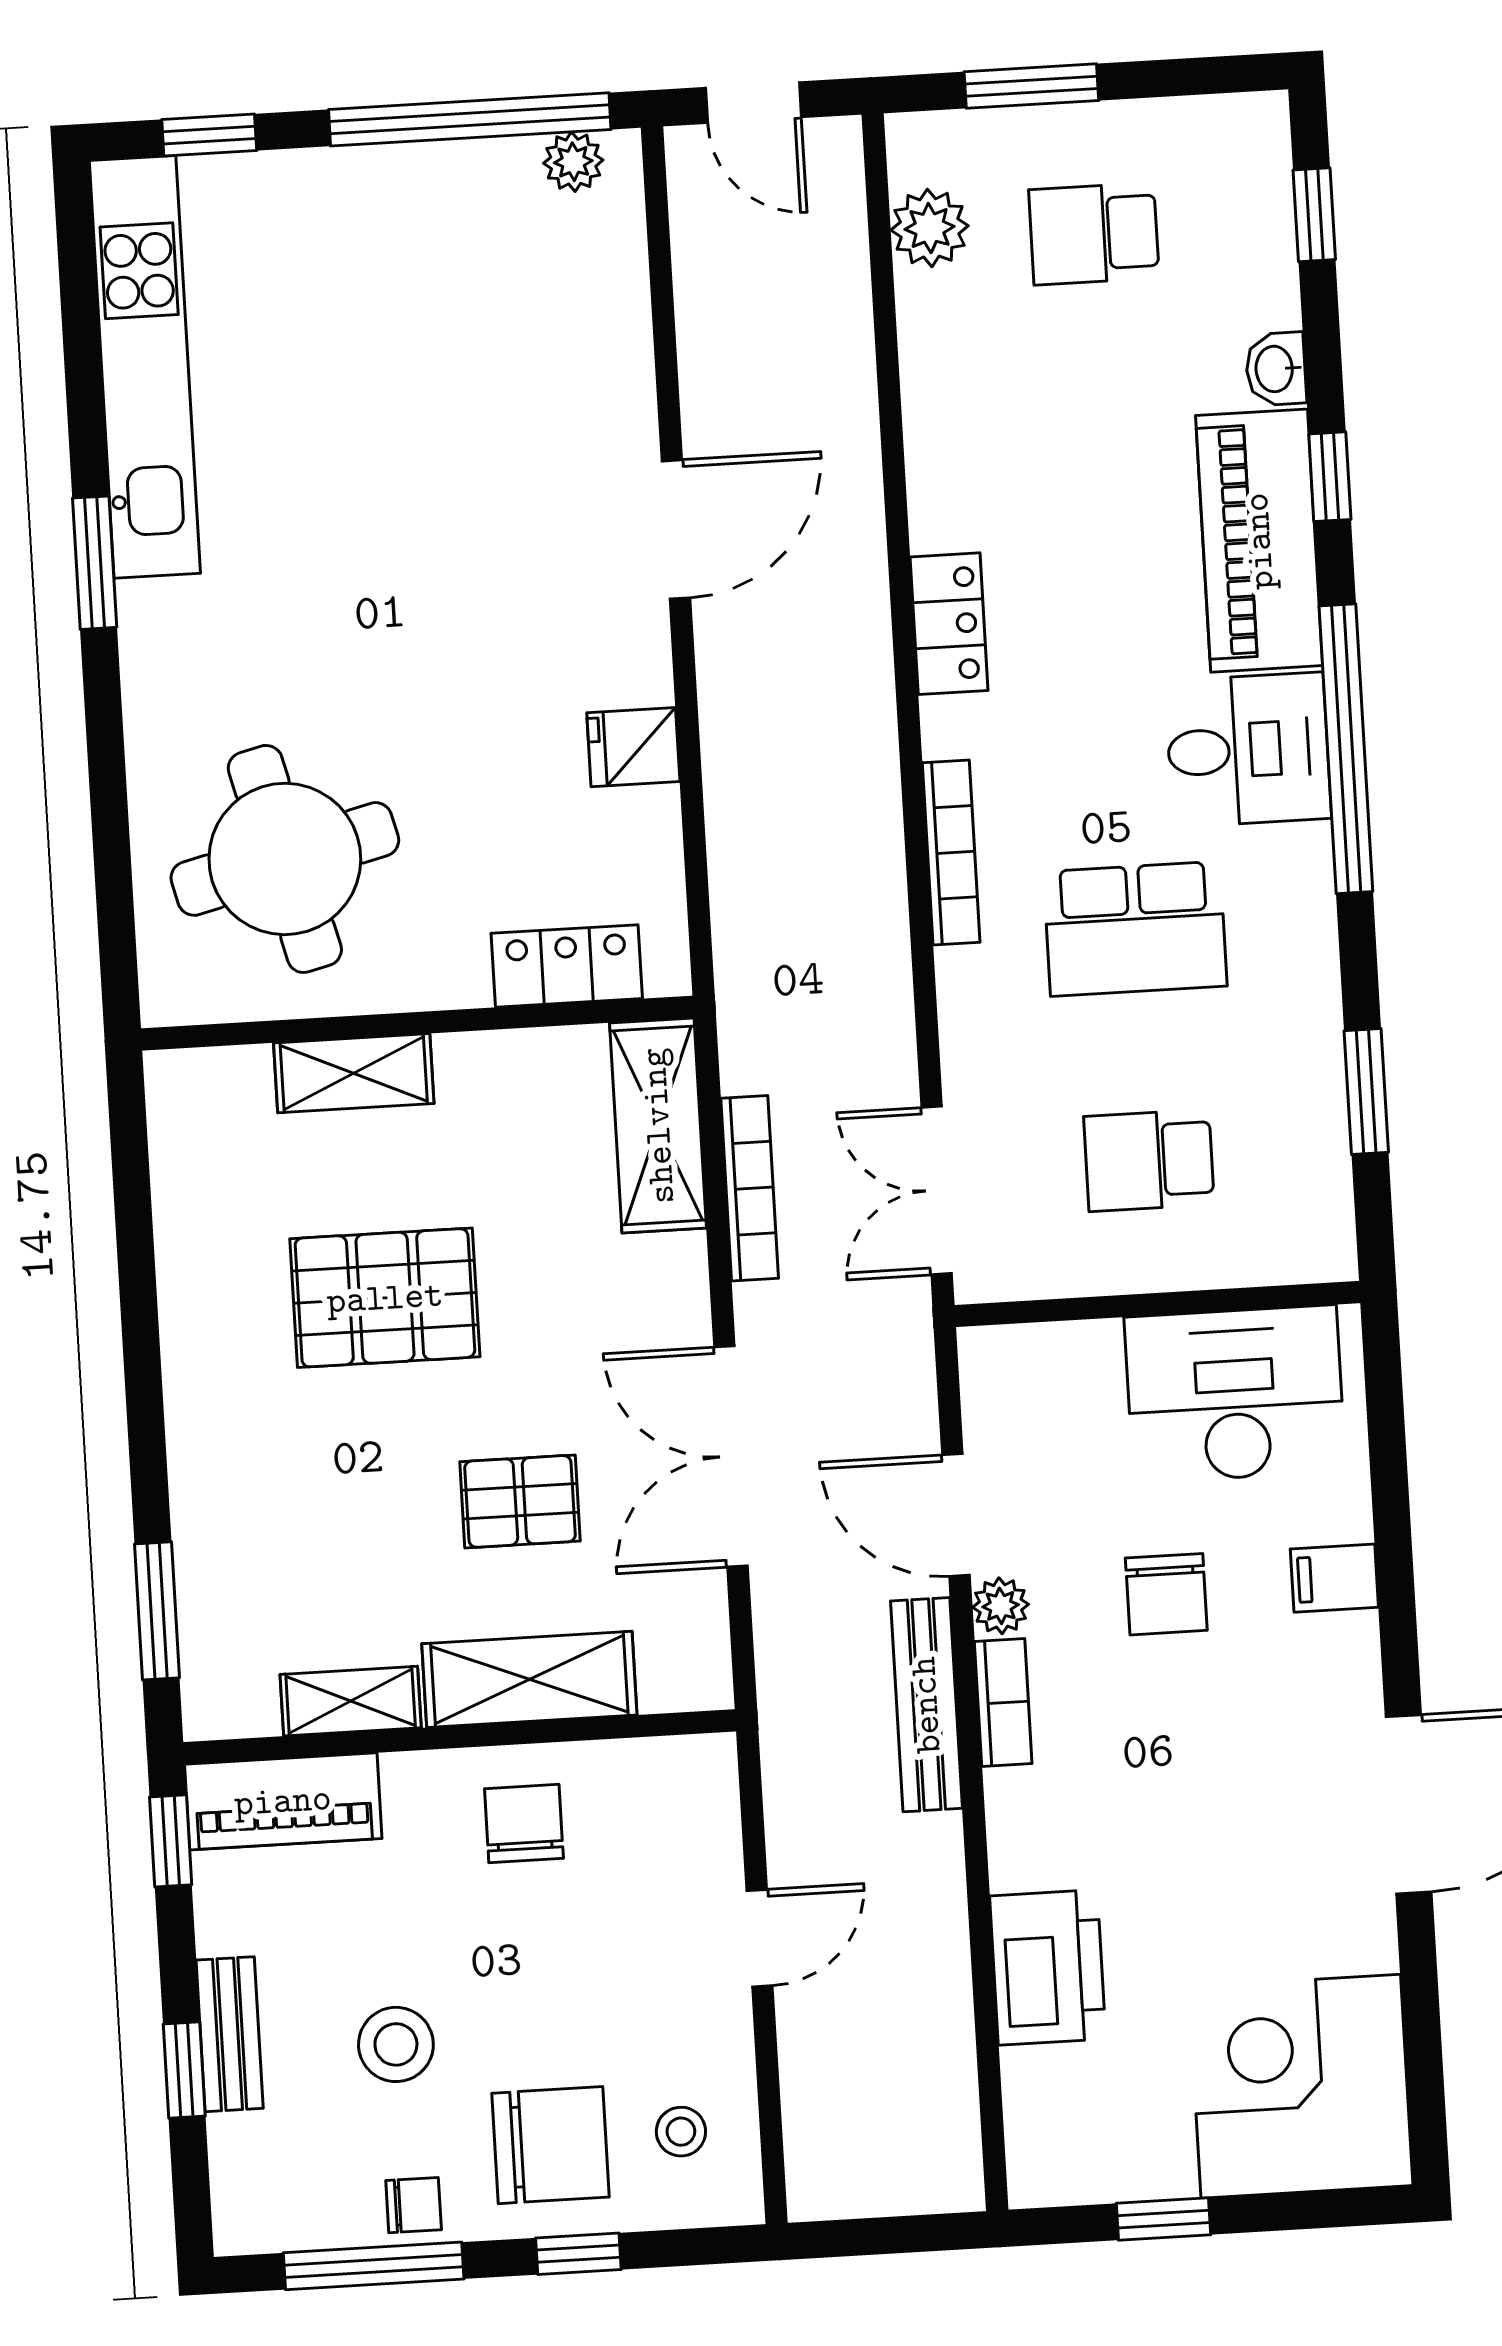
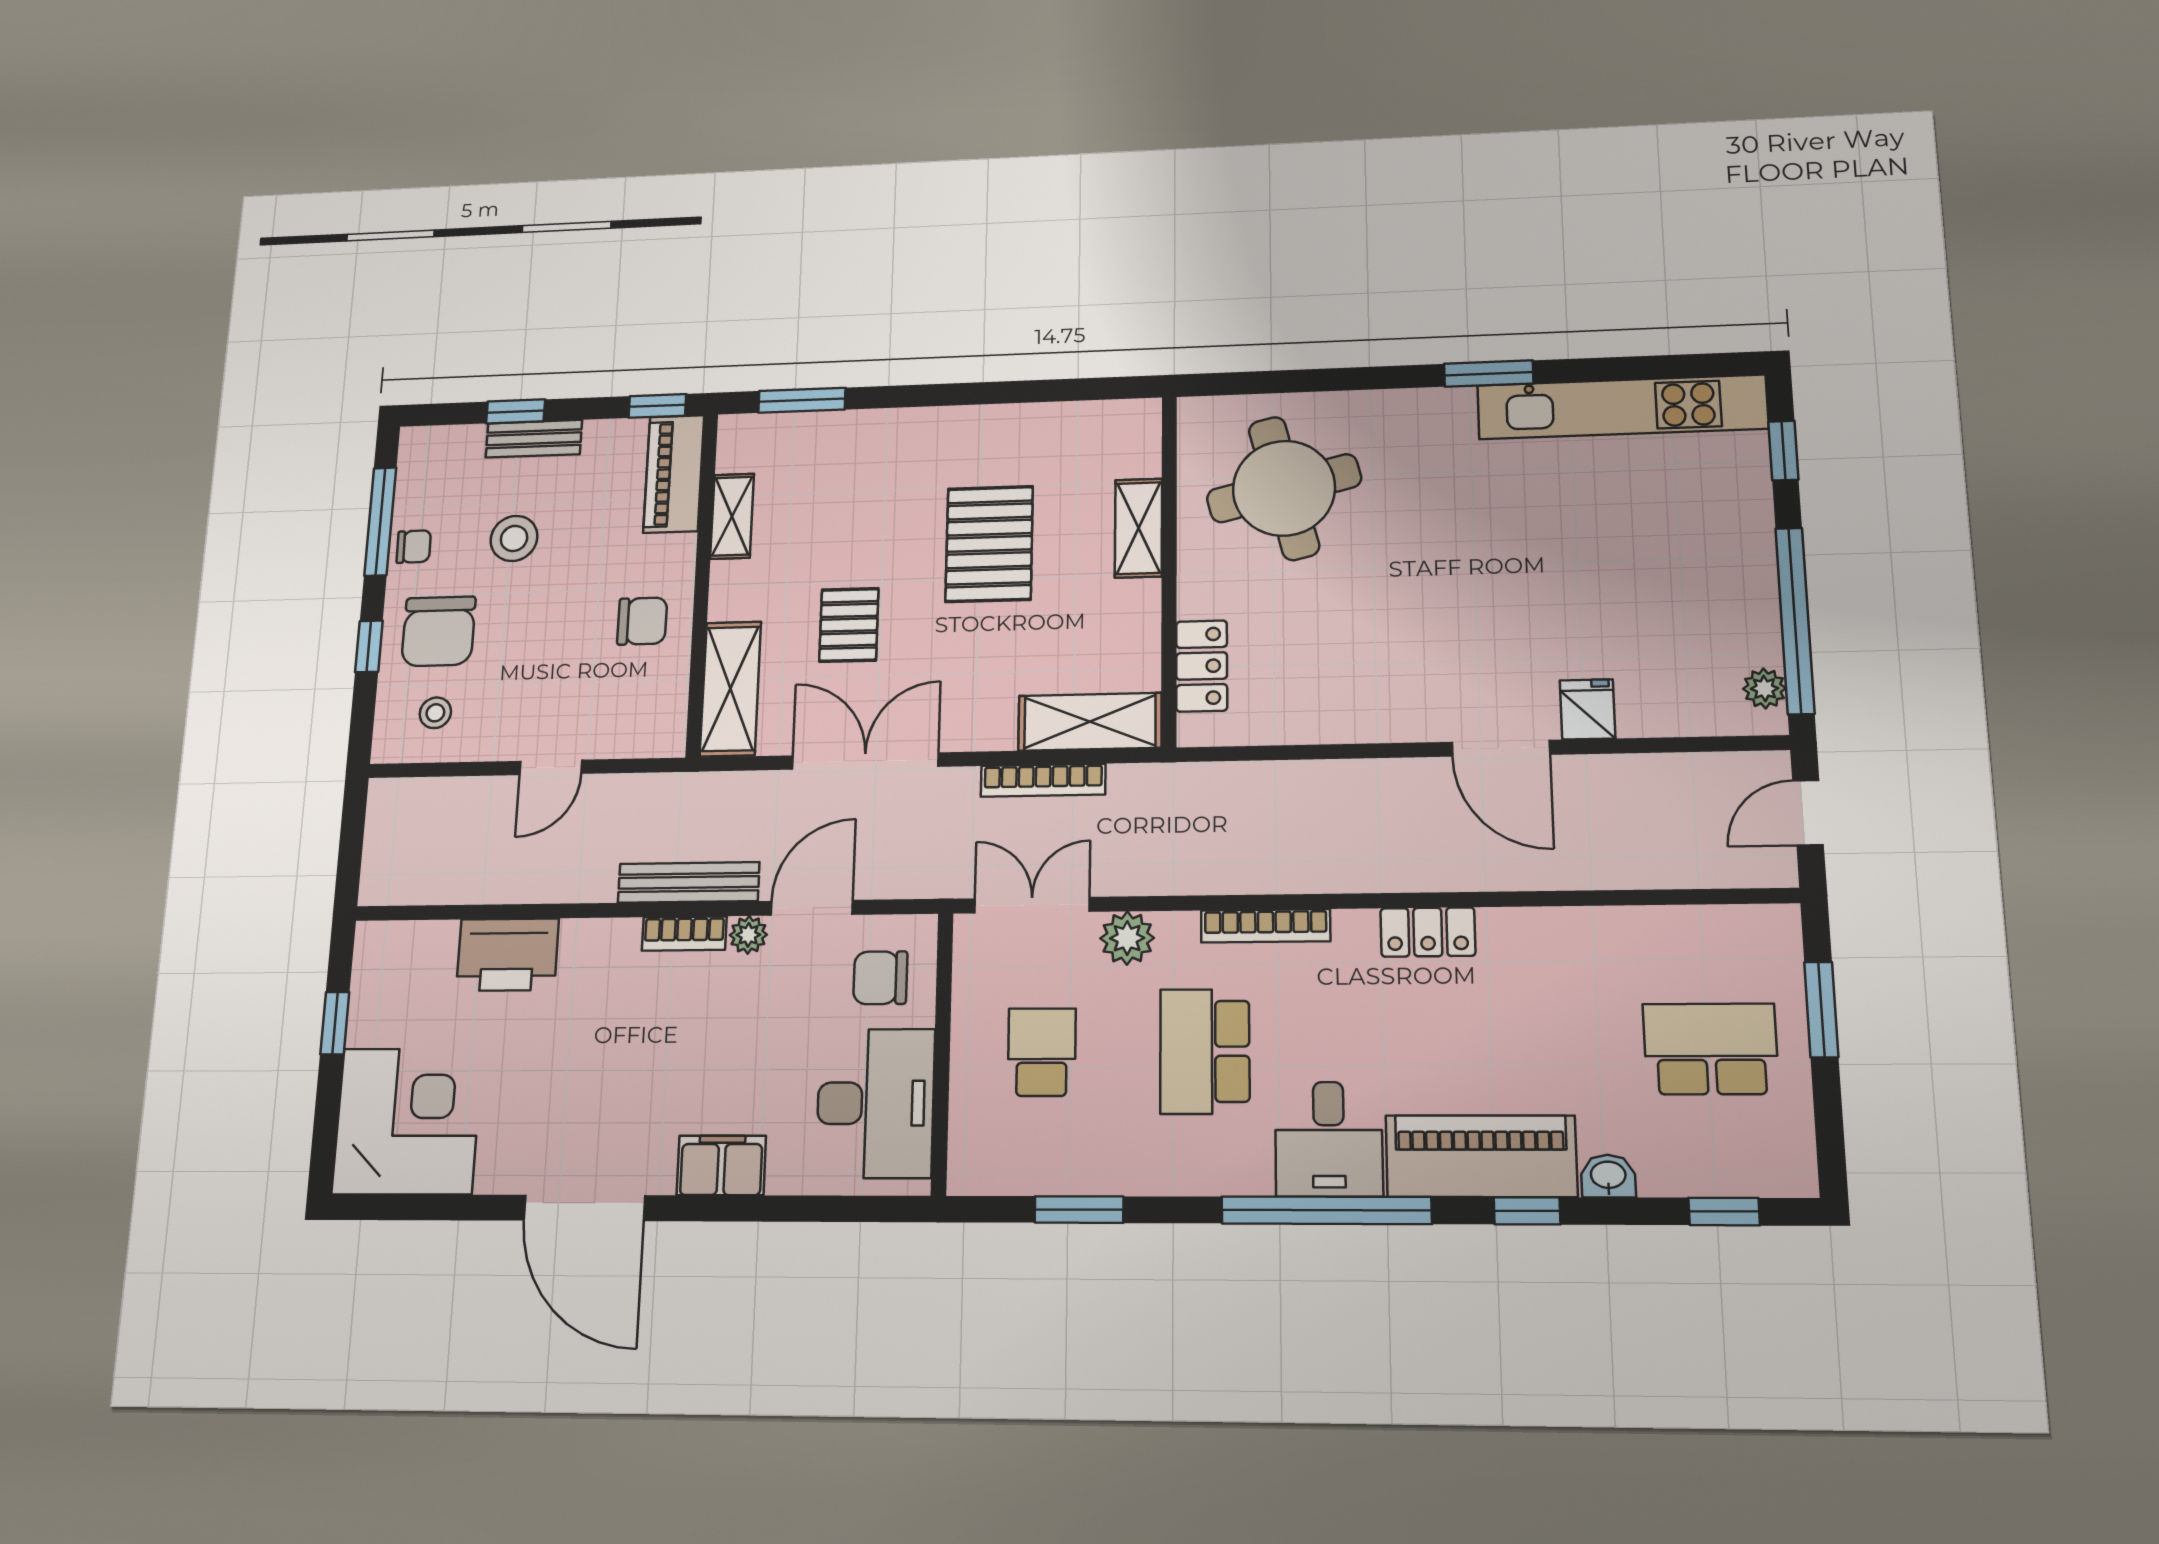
plant: (930, 228) -> (1127, 938), moved
school desk: (1094, 234) -> (1711, 1049), width x1.85
fridge: (633, 747) -> (1587, 709), moved
filing cabinet: (1334, 1578) -> (721, 1165), width x2.00
chair: (1166, 1594) -> (880, 978), moved
shelving: (529, 1679) -> (730, 689), moved
door: (760, 1938) -> (551, 767), hinge flipped
chair: (414, 2205) -> (414, 547), turned -91

